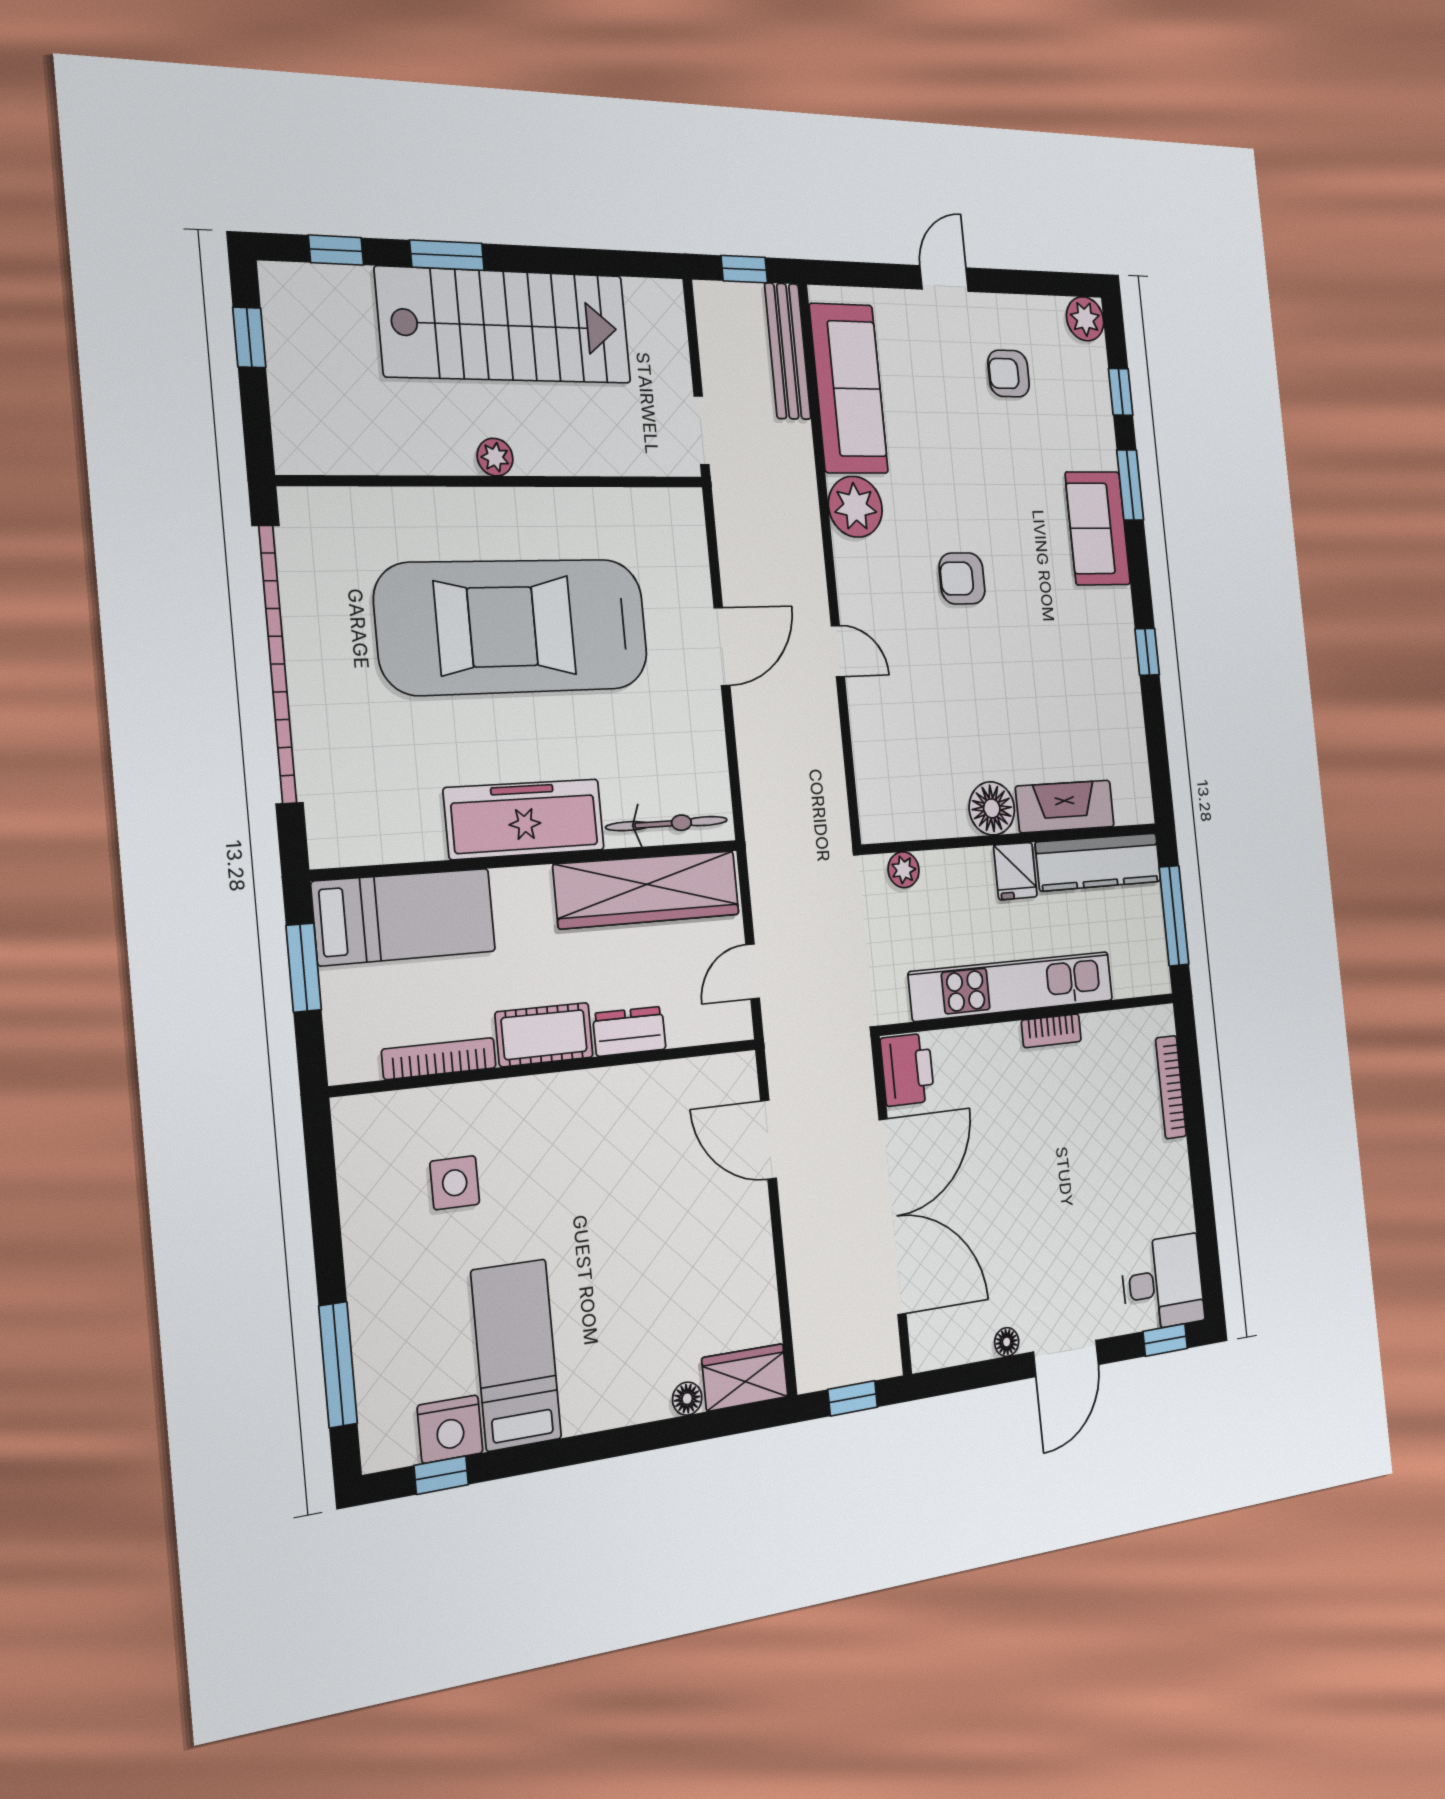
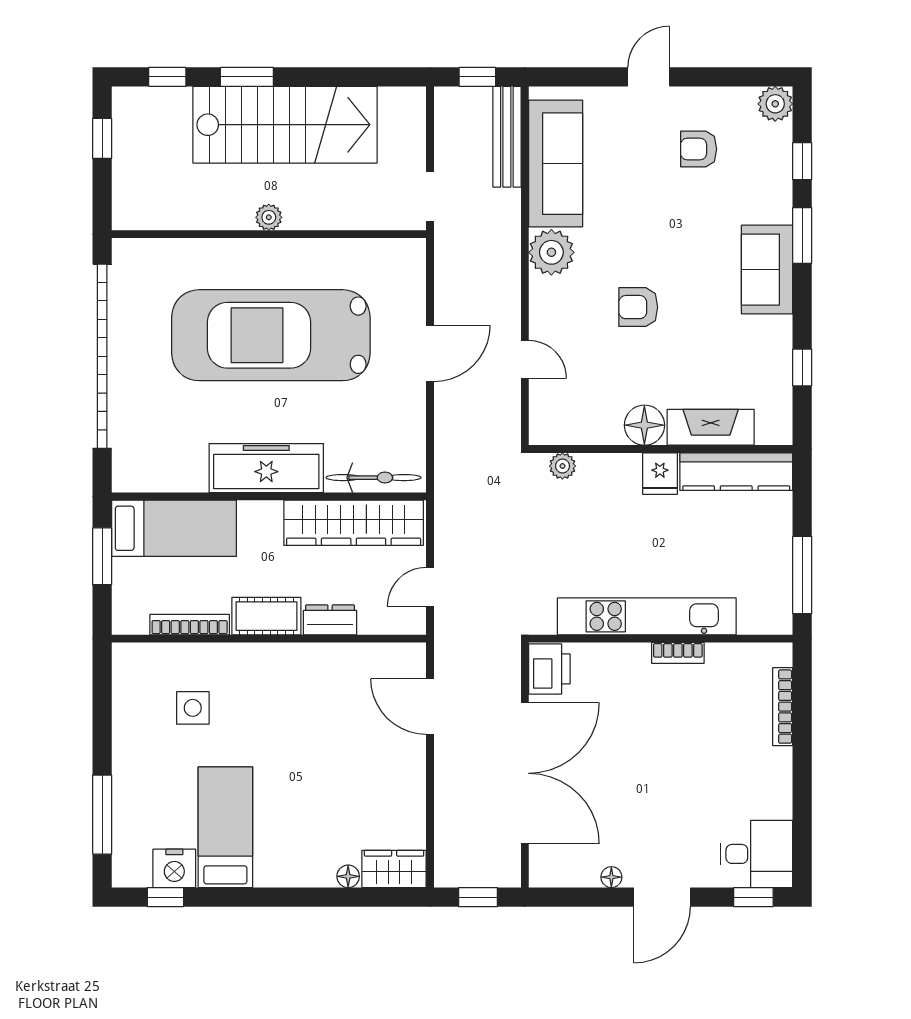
fireplace: (1065, 806) -> (711, 427), moved
floor lamp: (992, 808) -> (644, 425), moved
wall: (1013, 839) -> (661, 449), moved
kitchen counter: (1098, 862) -> (736, 472), moved
plant: (904, 870) -> (562, 466), moved
fridge: (1015, 871) -> (660, 474), moved

